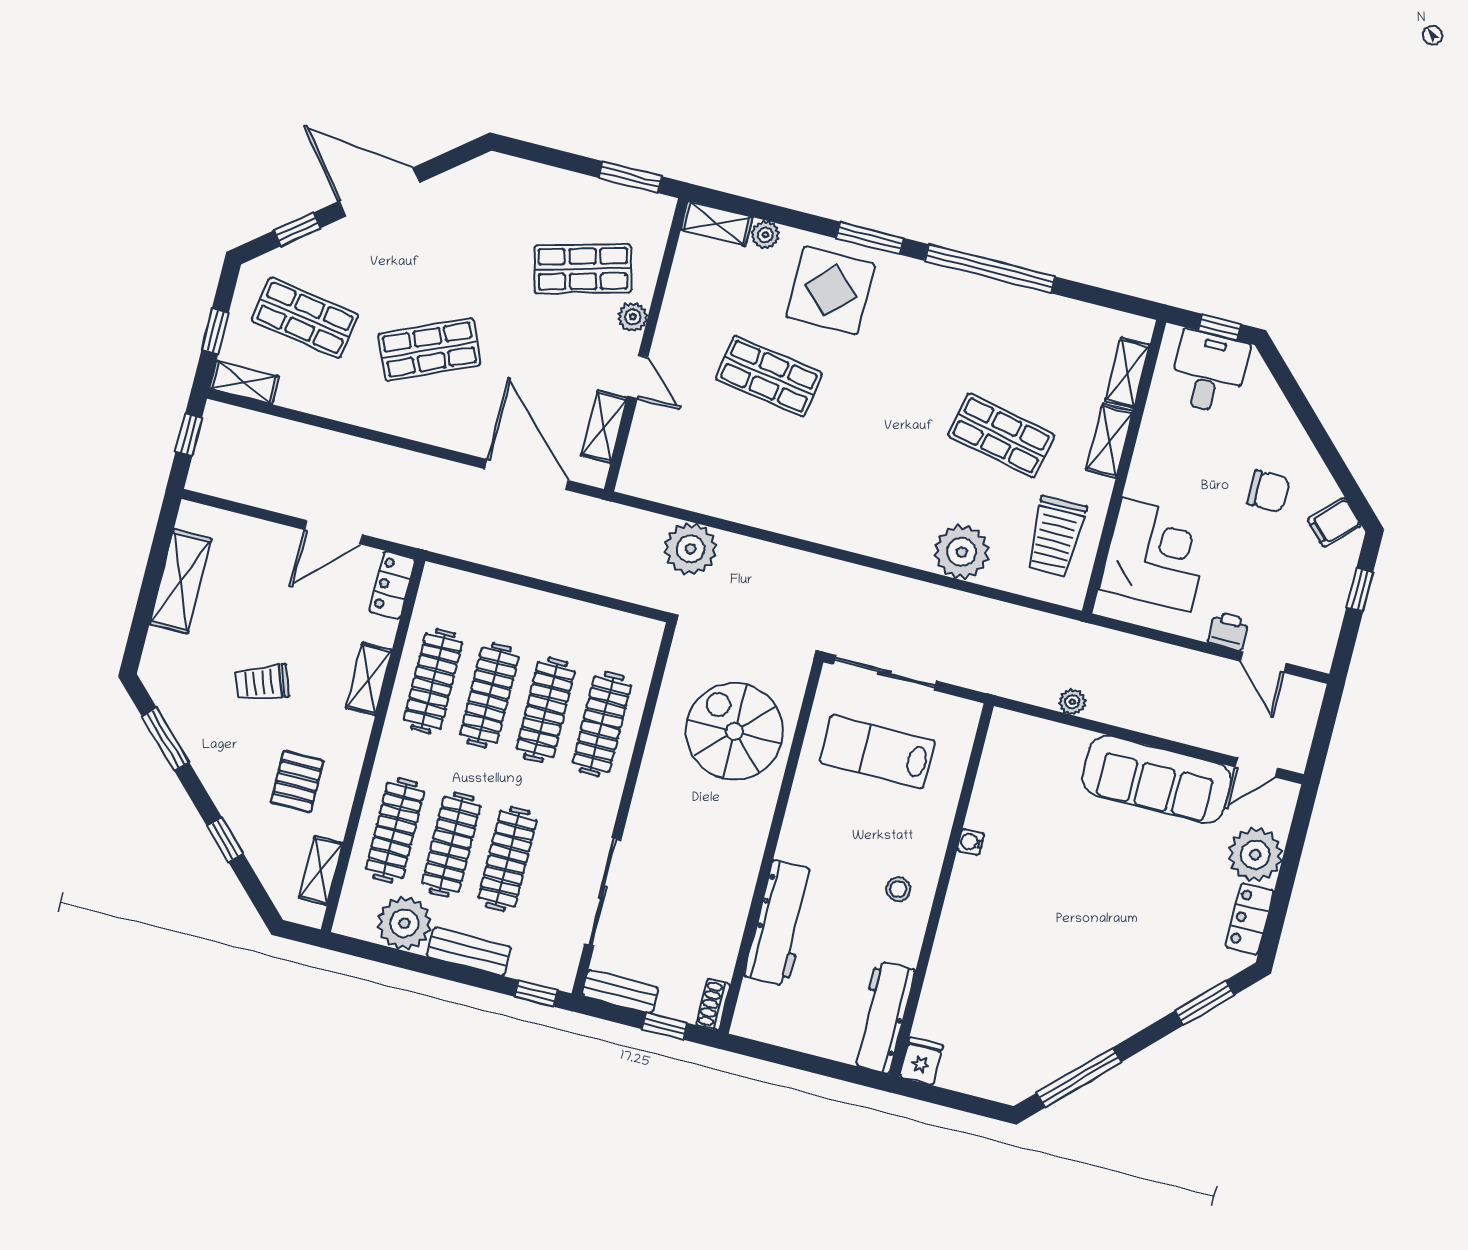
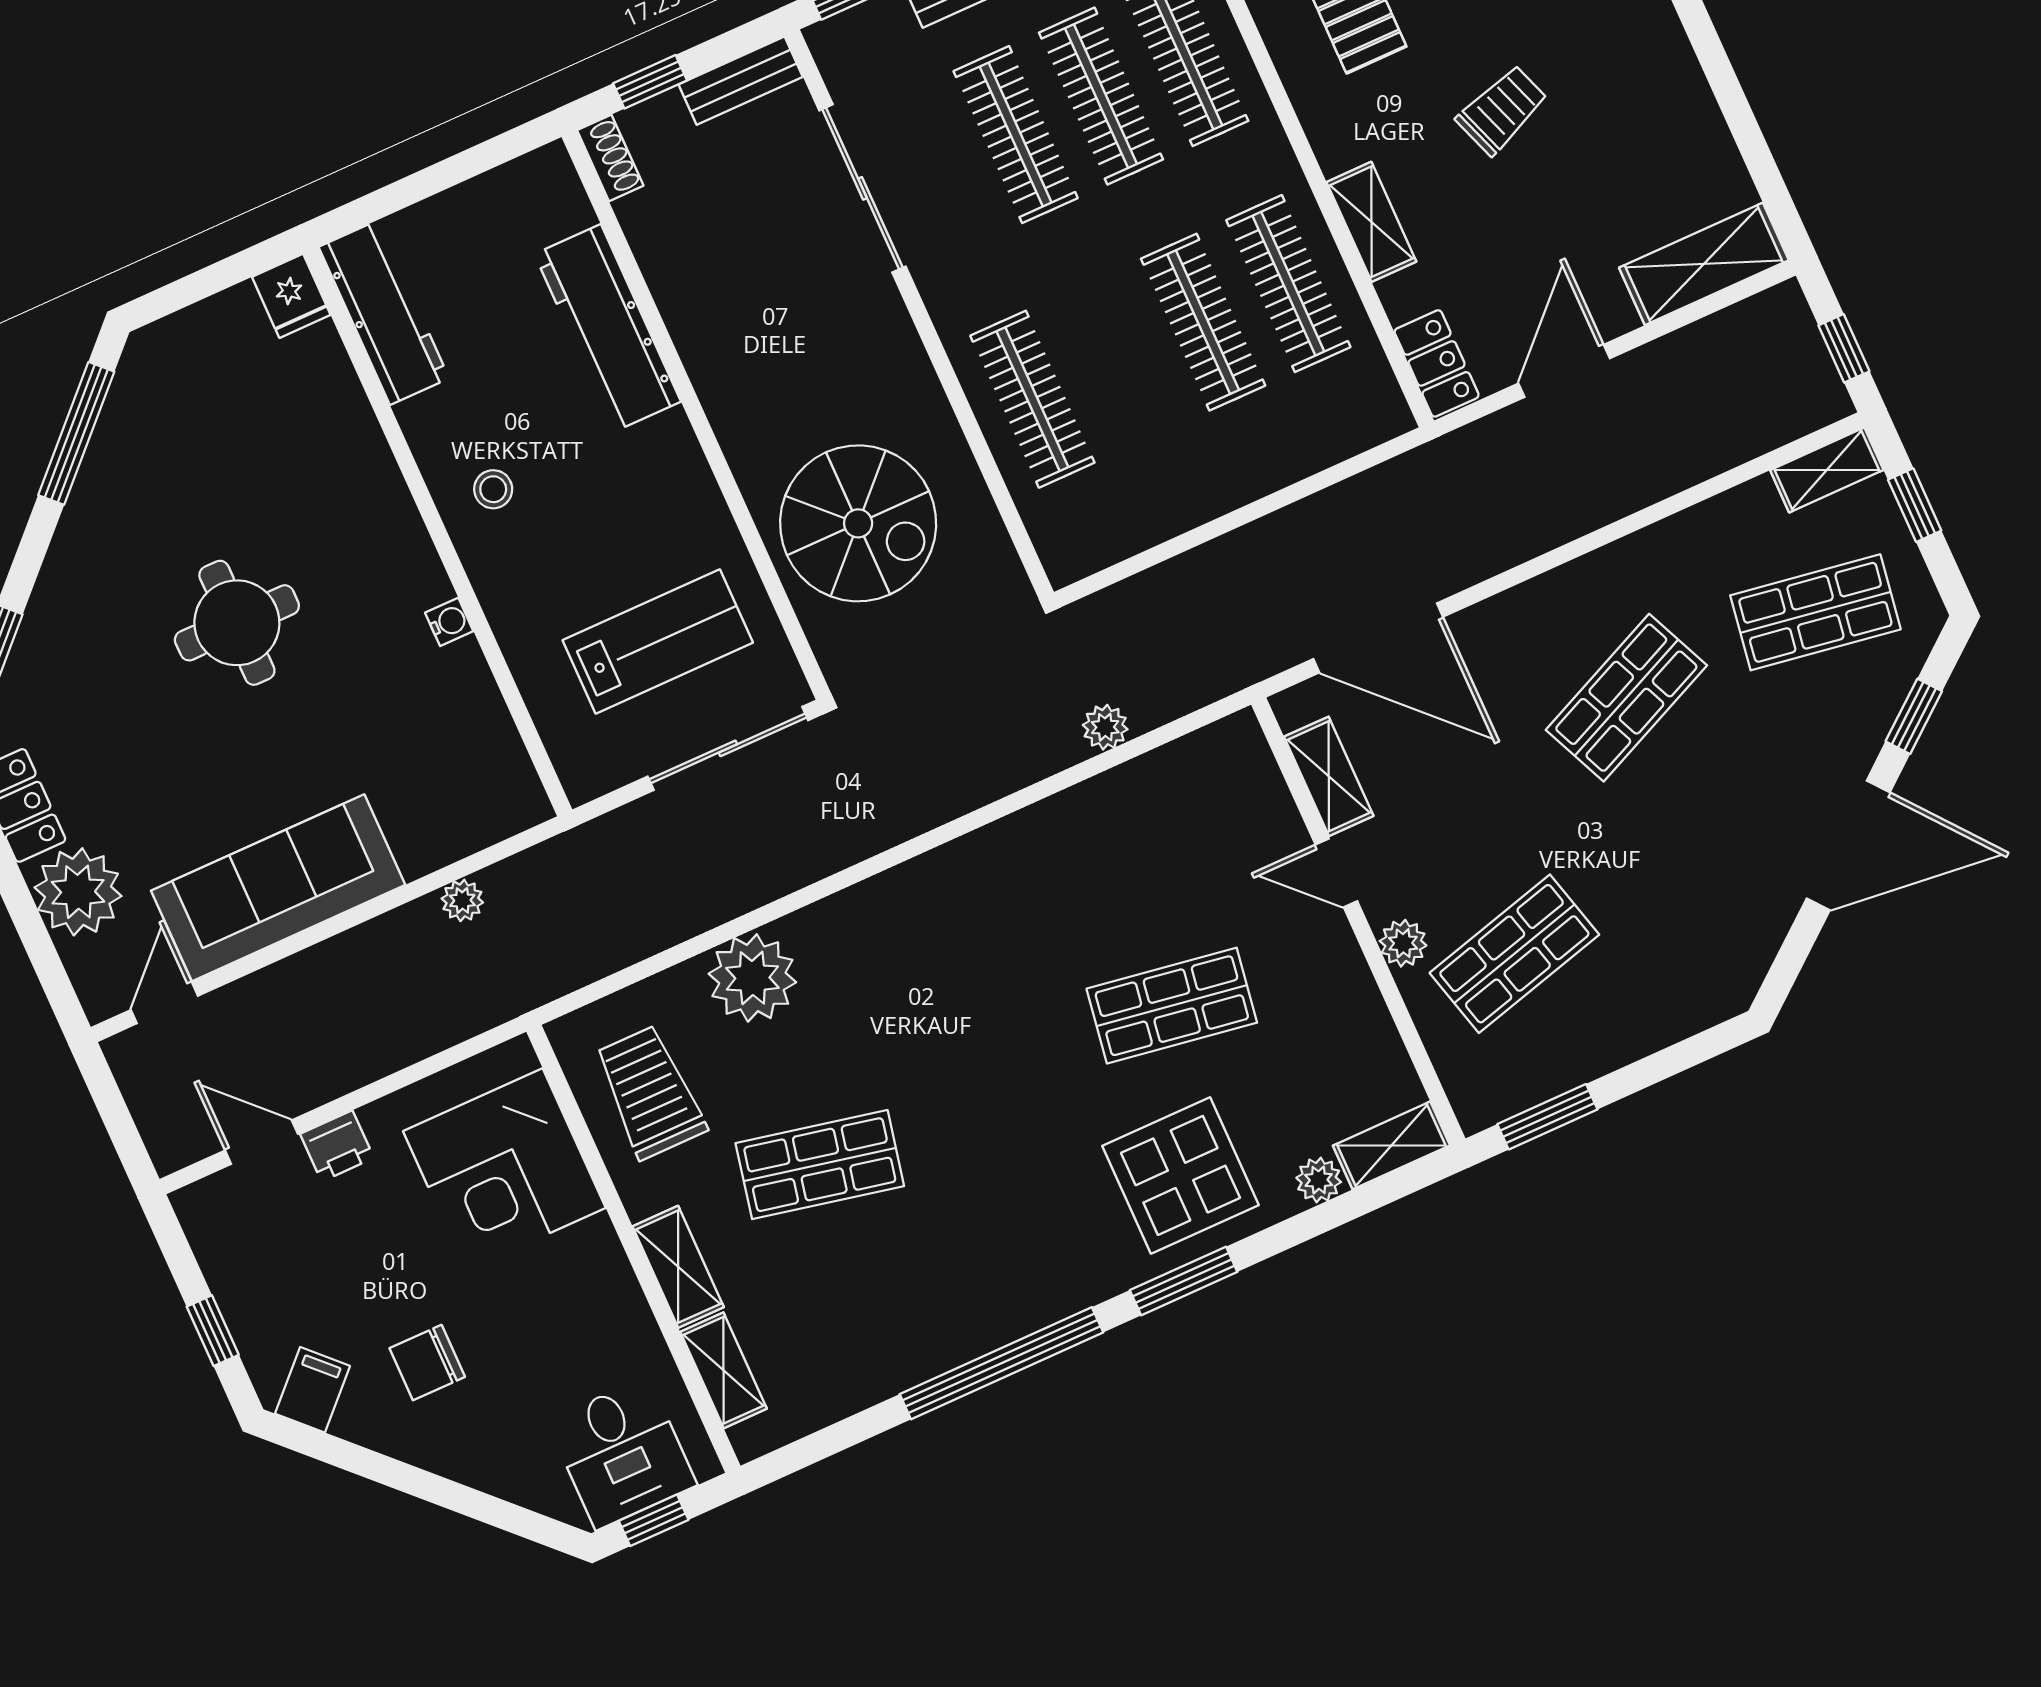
plant: (690, 549) -> (1105, 727), width x0.53, depth x0.53
shelving: (181, 581) -> (1704, 264), moved, turned 90
clothes rail: (546, 710) -> (1118, 361), removed
round table: (1074, 924) -> (237, 623), added

